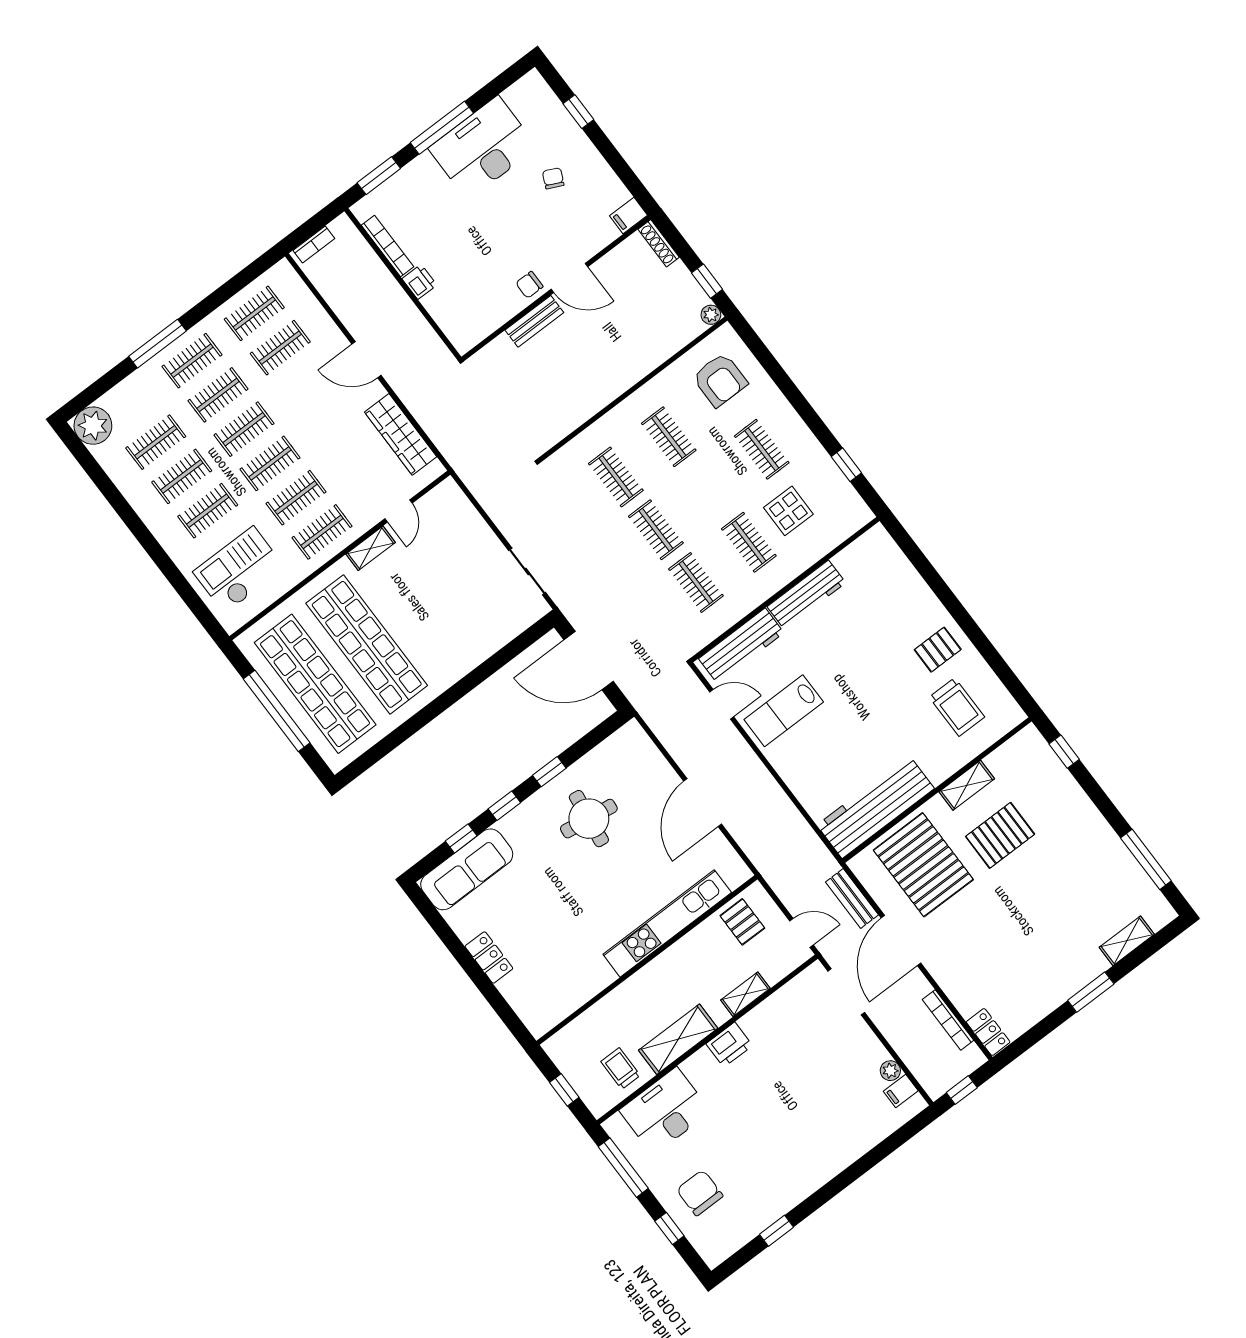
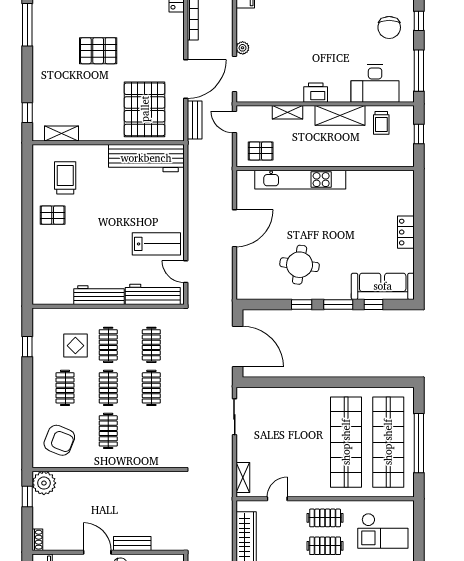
shoe rack: (659, 243) -> (37, 540), width x0.70
plant: (711, 315) -> (44, 483), width x1.88, depth x1.88
armchair: (720, 380) -> (59, 440), turned 112
clothes rail: (616, 477) -> (108, 388), moved
shelving: (371, 548) -> (243, 477), moved, turned 90
shelving: (967, 785) -> (61, 133), moved
window: (504, 806) -> (338, 305), width x1.50
pallet: (1000, 835) -> (98, 51), moved
pallet: (742, 922) -> (261, 151), turned 90
plant: (890, 1071) -> (243, 48), moved

